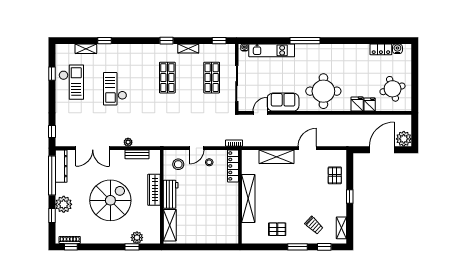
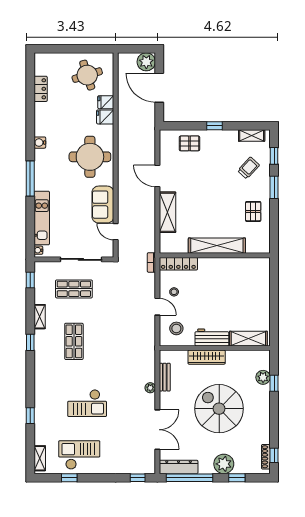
shelving: (86, 49) -> (40, 458), moved
water cooler: (397, 49) -> (40, 143), moved
shop shelf: (167, 78) -> (74, 341), turned 90

